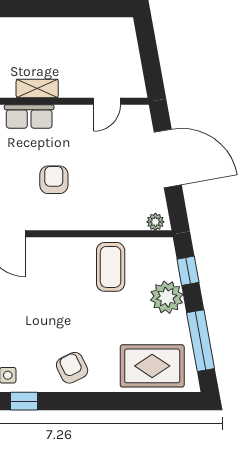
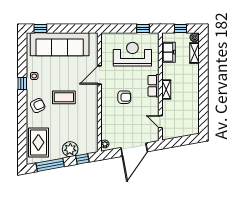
coffee table: (111, 267) -> (64, 97), moved

